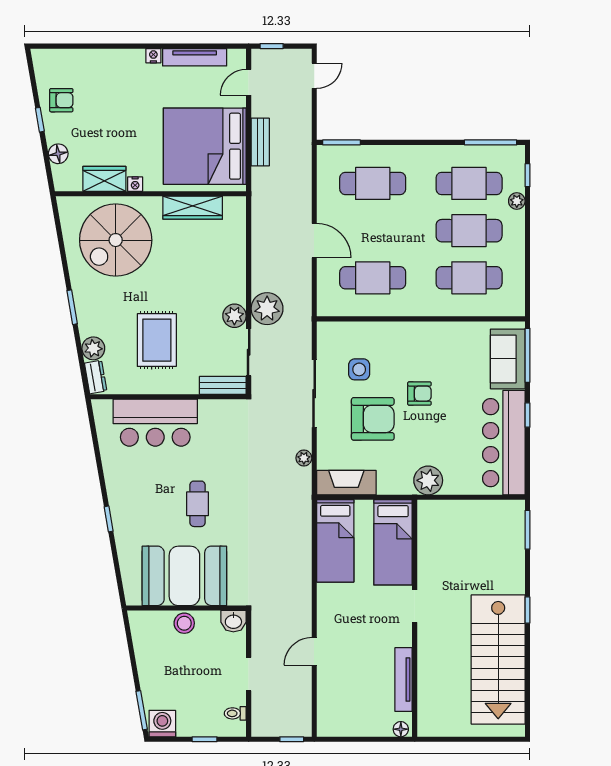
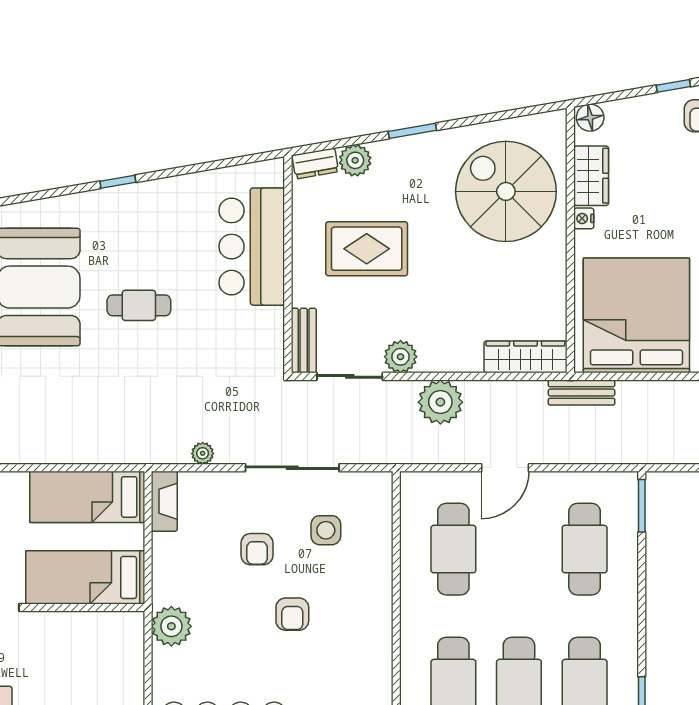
bench: (260, 142) -> (582, 393), moved
floor lamp: (58, 154) -> (590, 118), moved
wardrobe: (193, 208) -> (525, 357), moved, turned 90
plant: (267, 309) -> (440, 402), moved
armchair: (373, 419) -> (257, 549), width x0.53, depth x0.53
fireplace: (346, 483) -> (164, 501), width x0.73, depth x0.76

